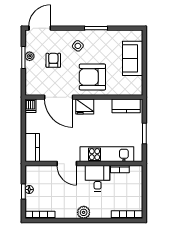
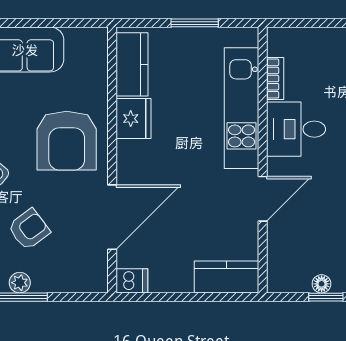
armchair: (53, 60) -> (29, 229), turned 143
fridge: (85, 106) -> (134, 119), moved

